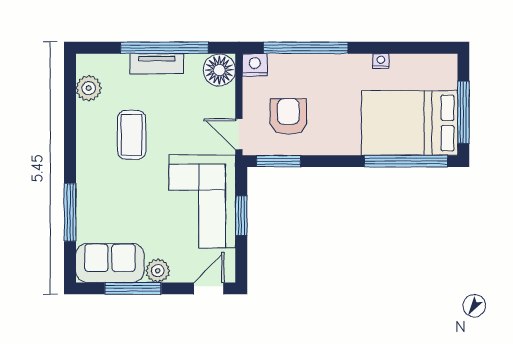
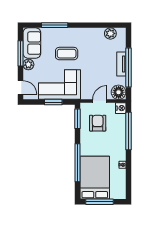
armchair: (288, 117) -> (98, 123), turned -90
door: (239, 134) -> (100, 101), moved
coffee table: (132, 135) -> (67, 54), moved
window: (406, 161) -> (78, 163), moved

